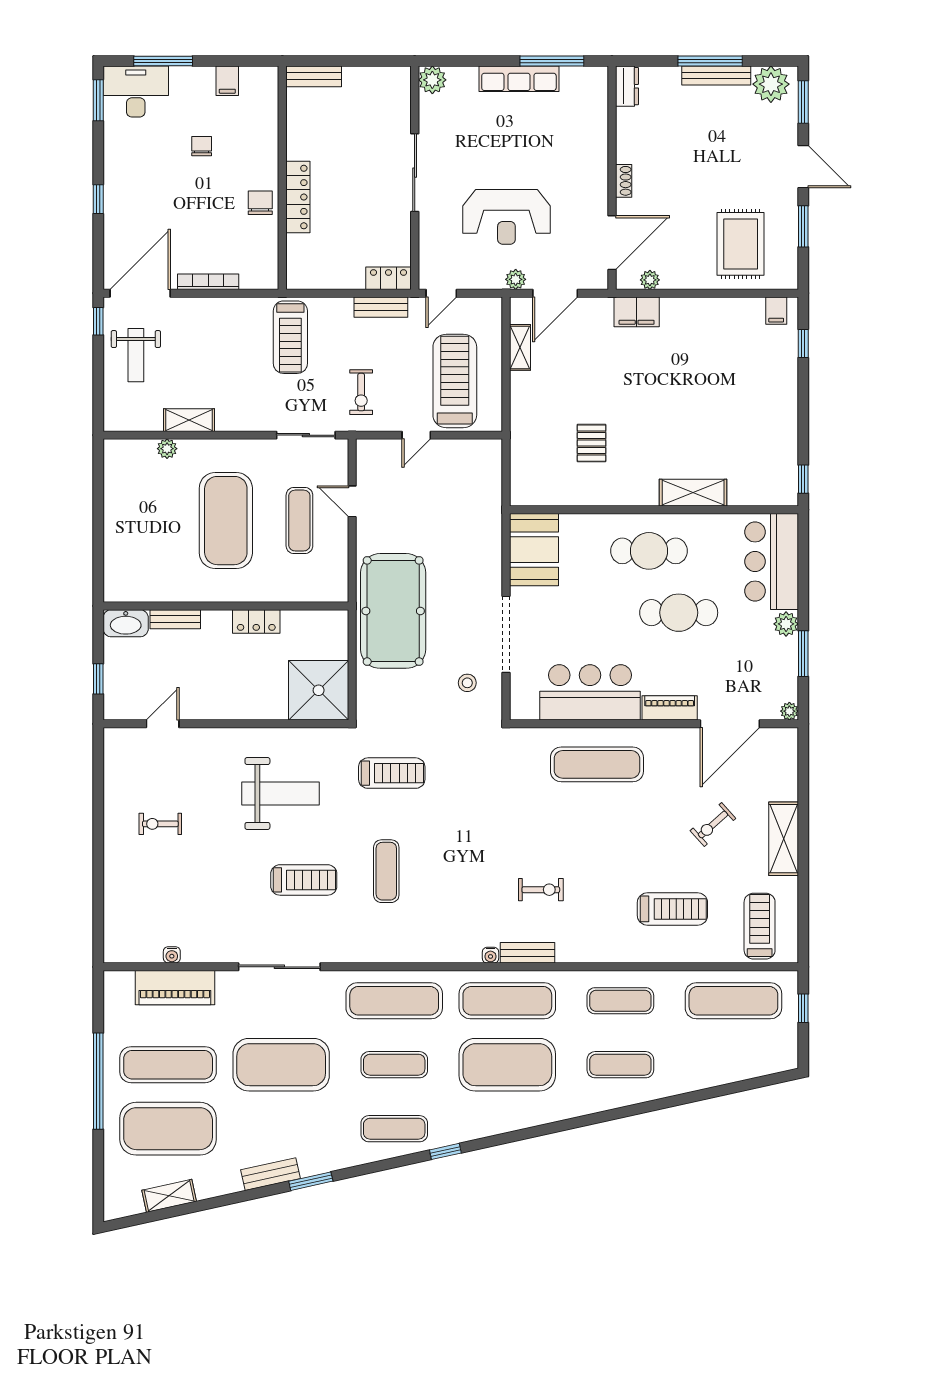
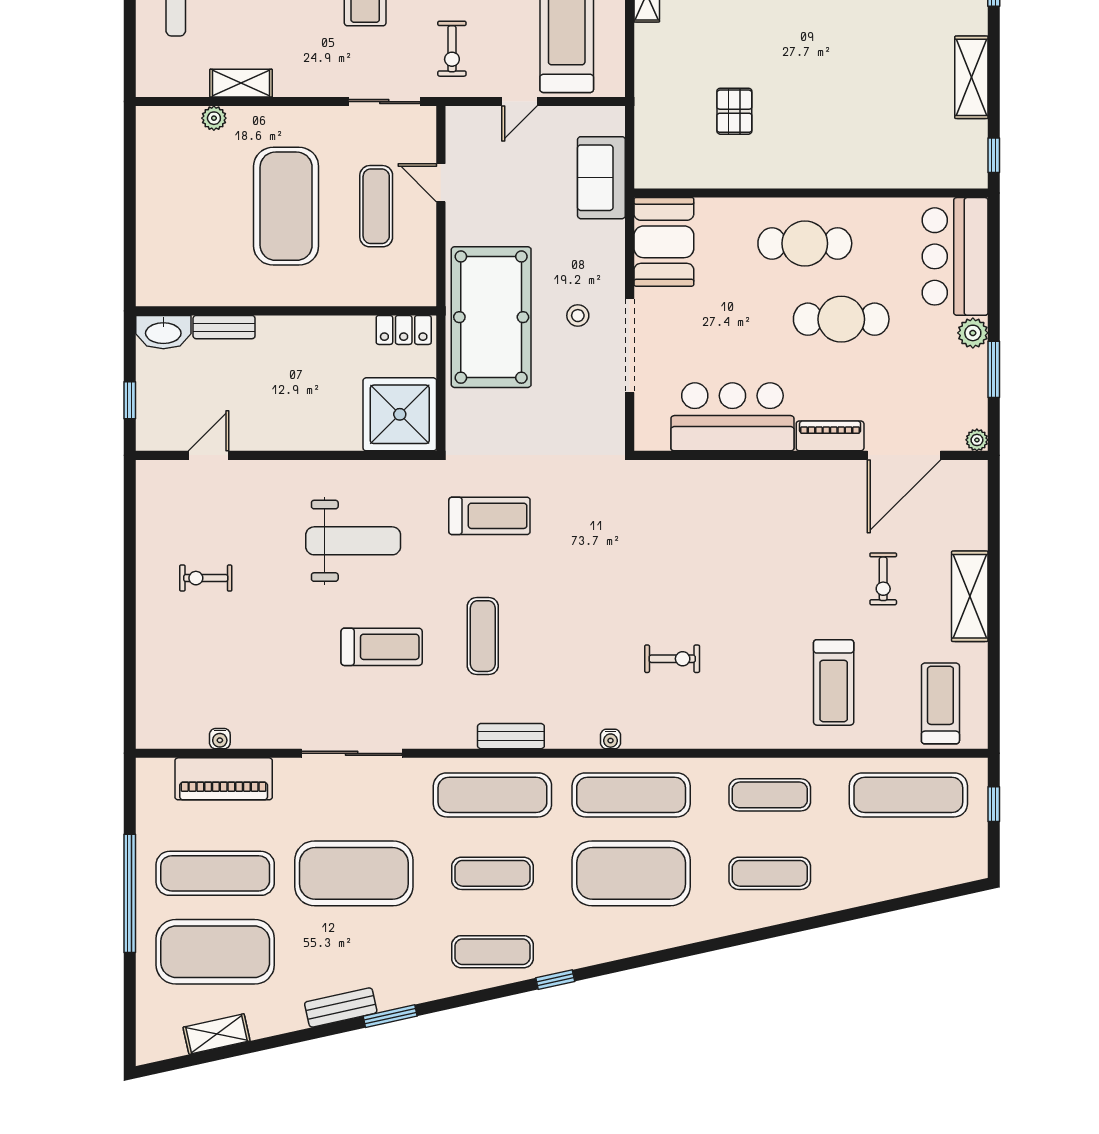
shelving: (693, 493) -> (971, 77), moved, turned 90
sofa: (483, 497) -> (601, 178), added
locker: (256, 621) -> (404, 330), moved
stool: (467, 683) -> (578, 316), moved
exercise mat: (597, 764) -> (741, 505), removed
exercise bike: (713, 824) -> (883, 579), turned -48
treadmill: (672, 909) -> (834, 682), turned 90
bench: (528, 953) -> (511, 736), moved

